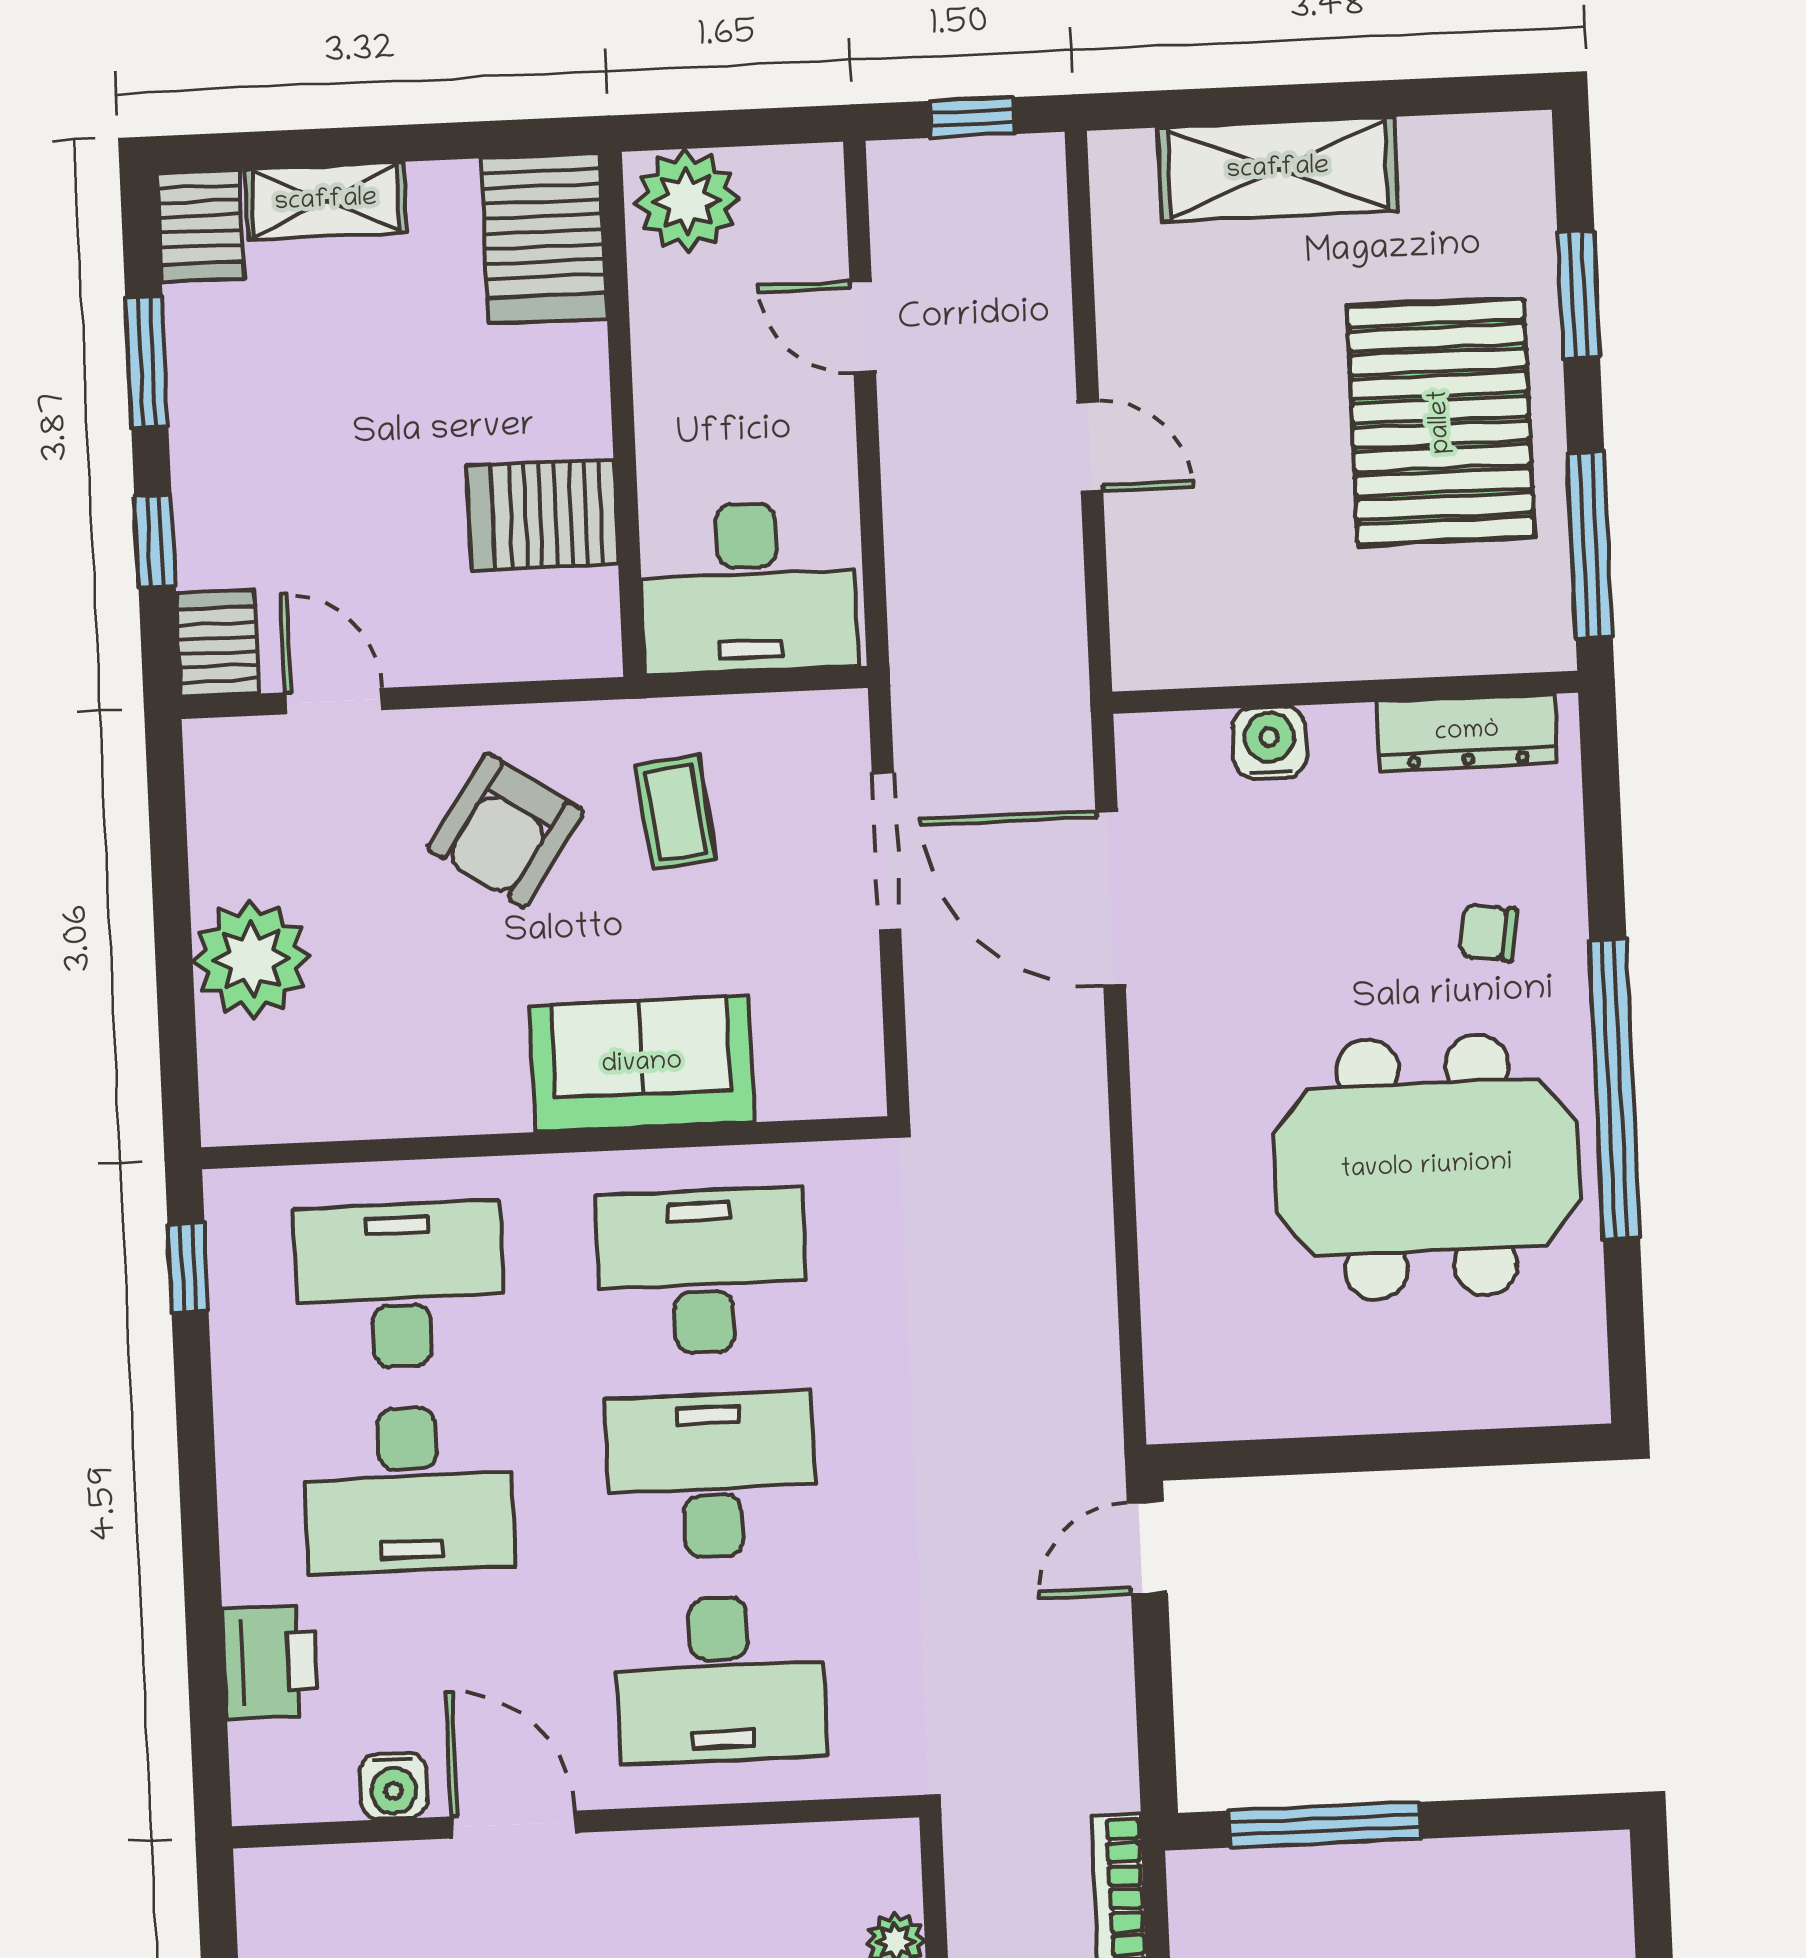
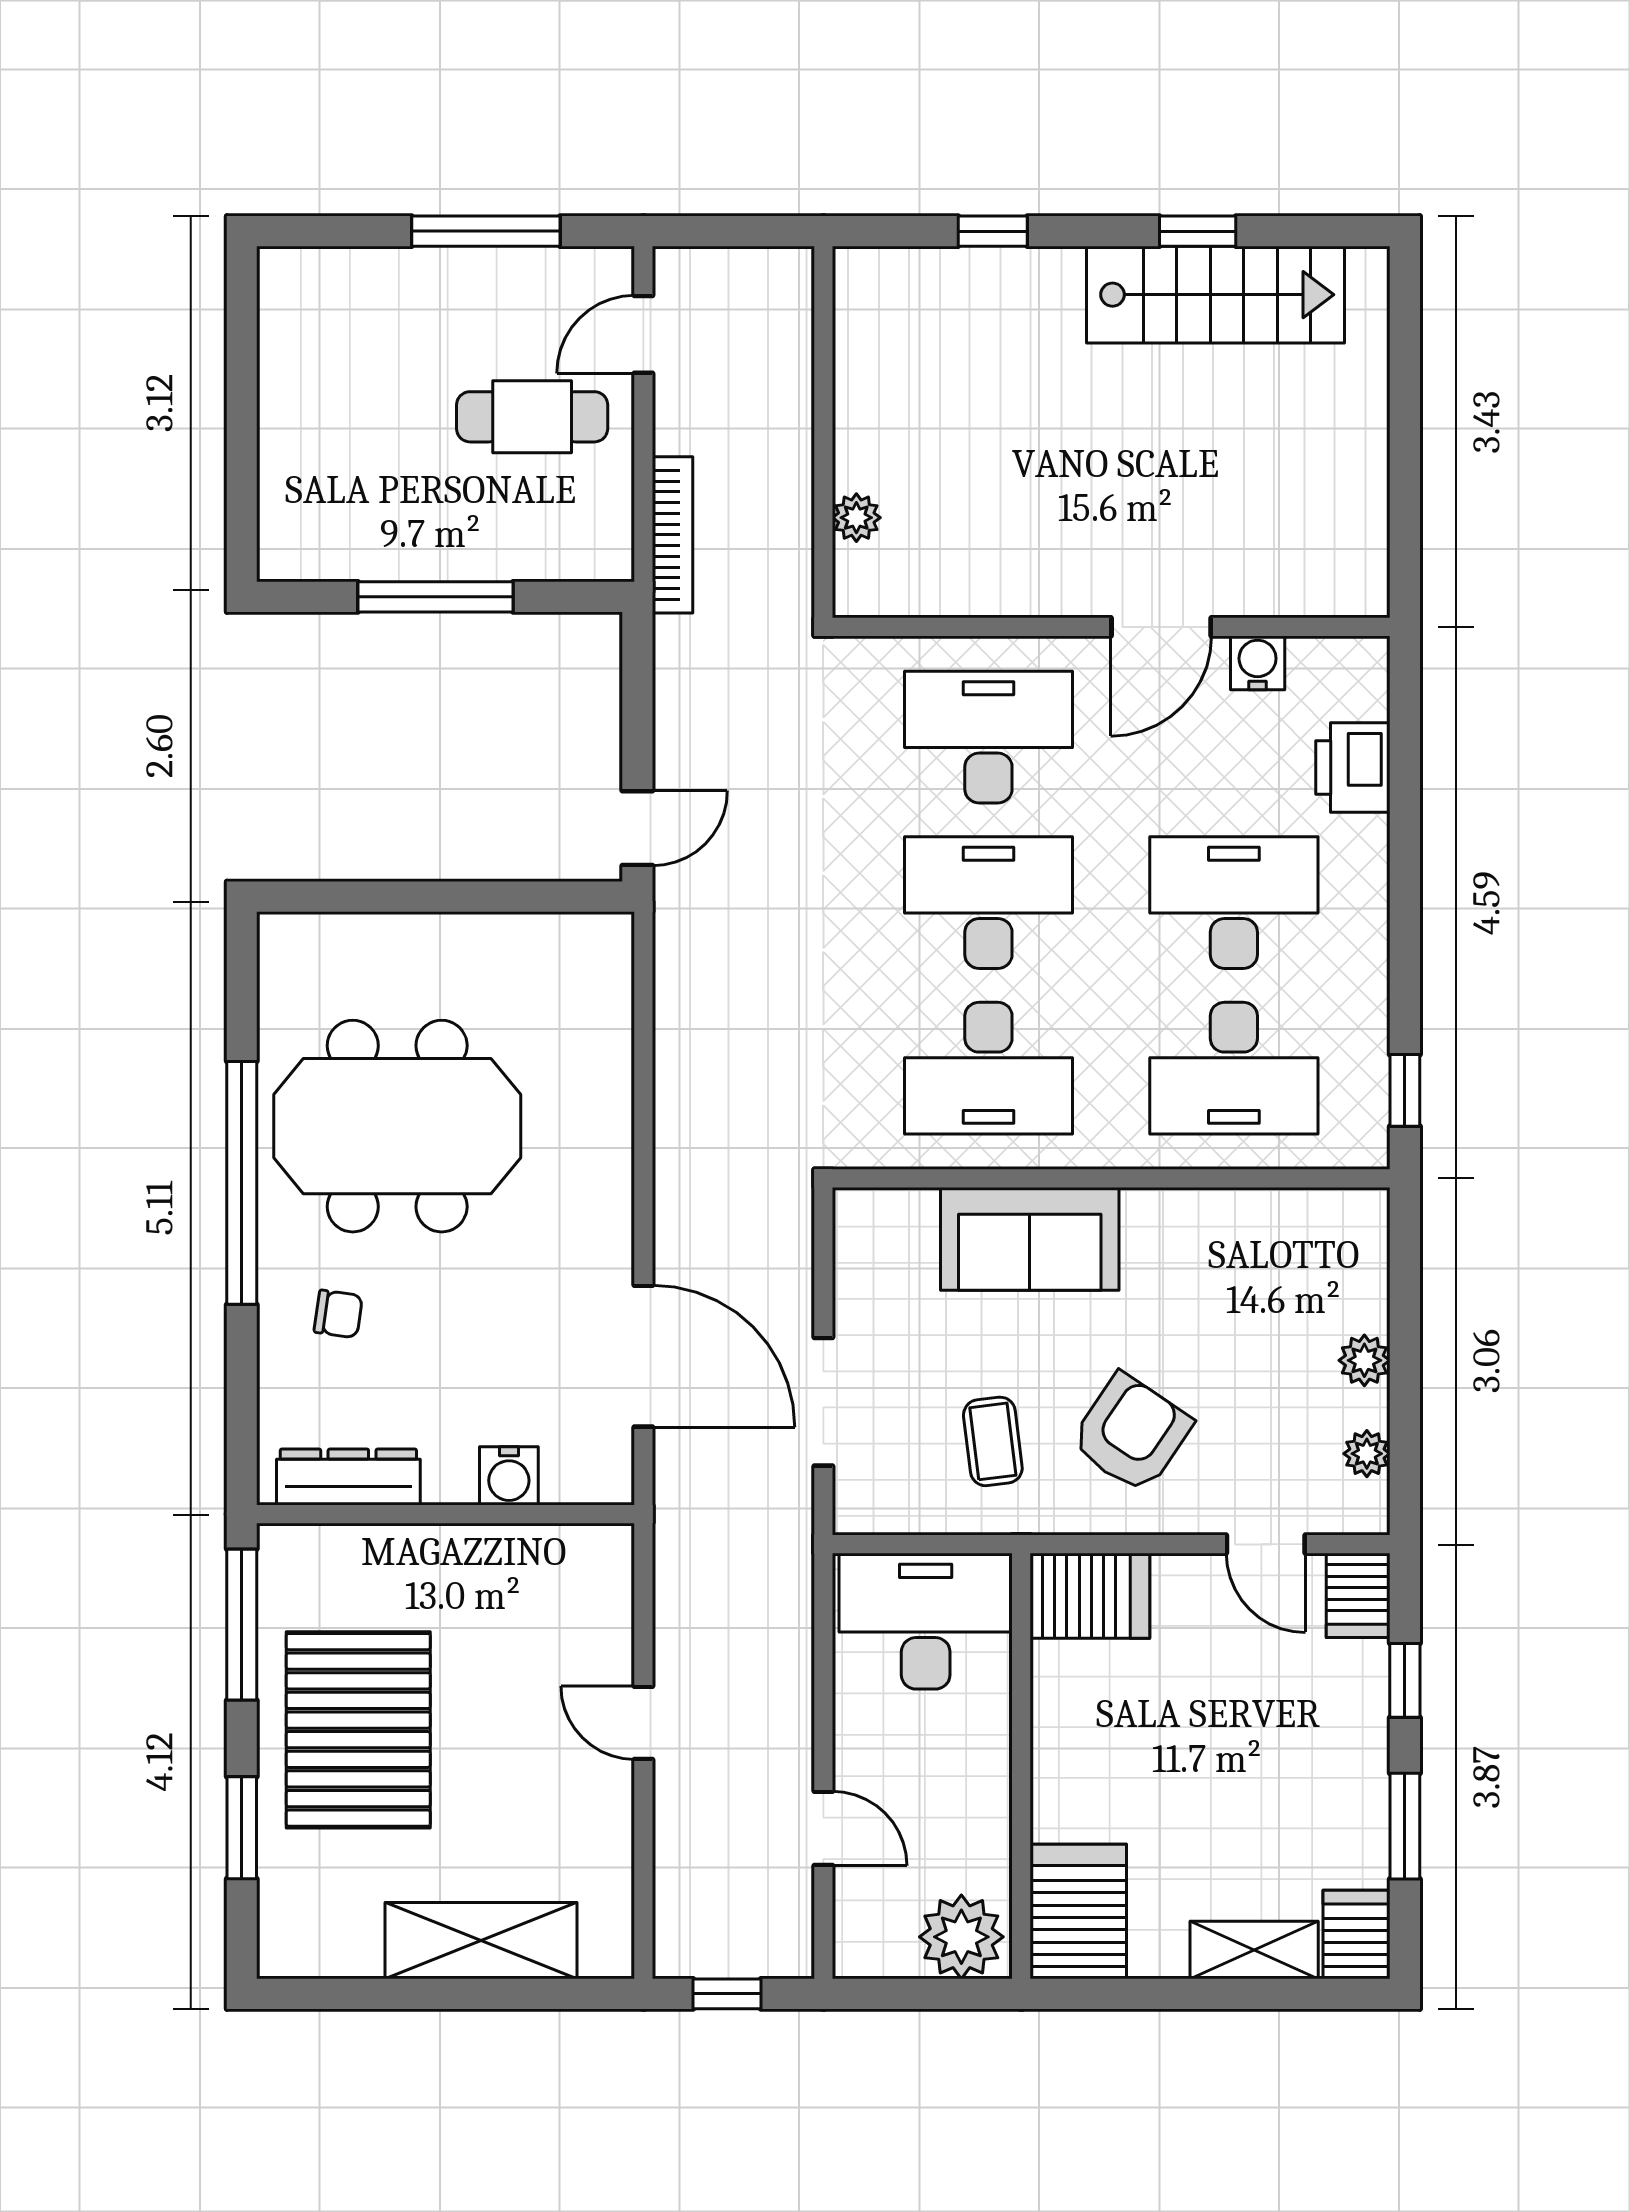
server rack: (542, 515) -> (1090, 1596), moved
plant: (215, 818) -> (1367, 1454), added
plant: (252, 959) -> (1364, 1360), width x0.53, depth x0.53
desk: (711, 1475) -> (988, 903), turned 180
door: (514, 1825) -> (1161, 627), hinge flipped
window: (1325, 1825) -> (435, 597), moved

